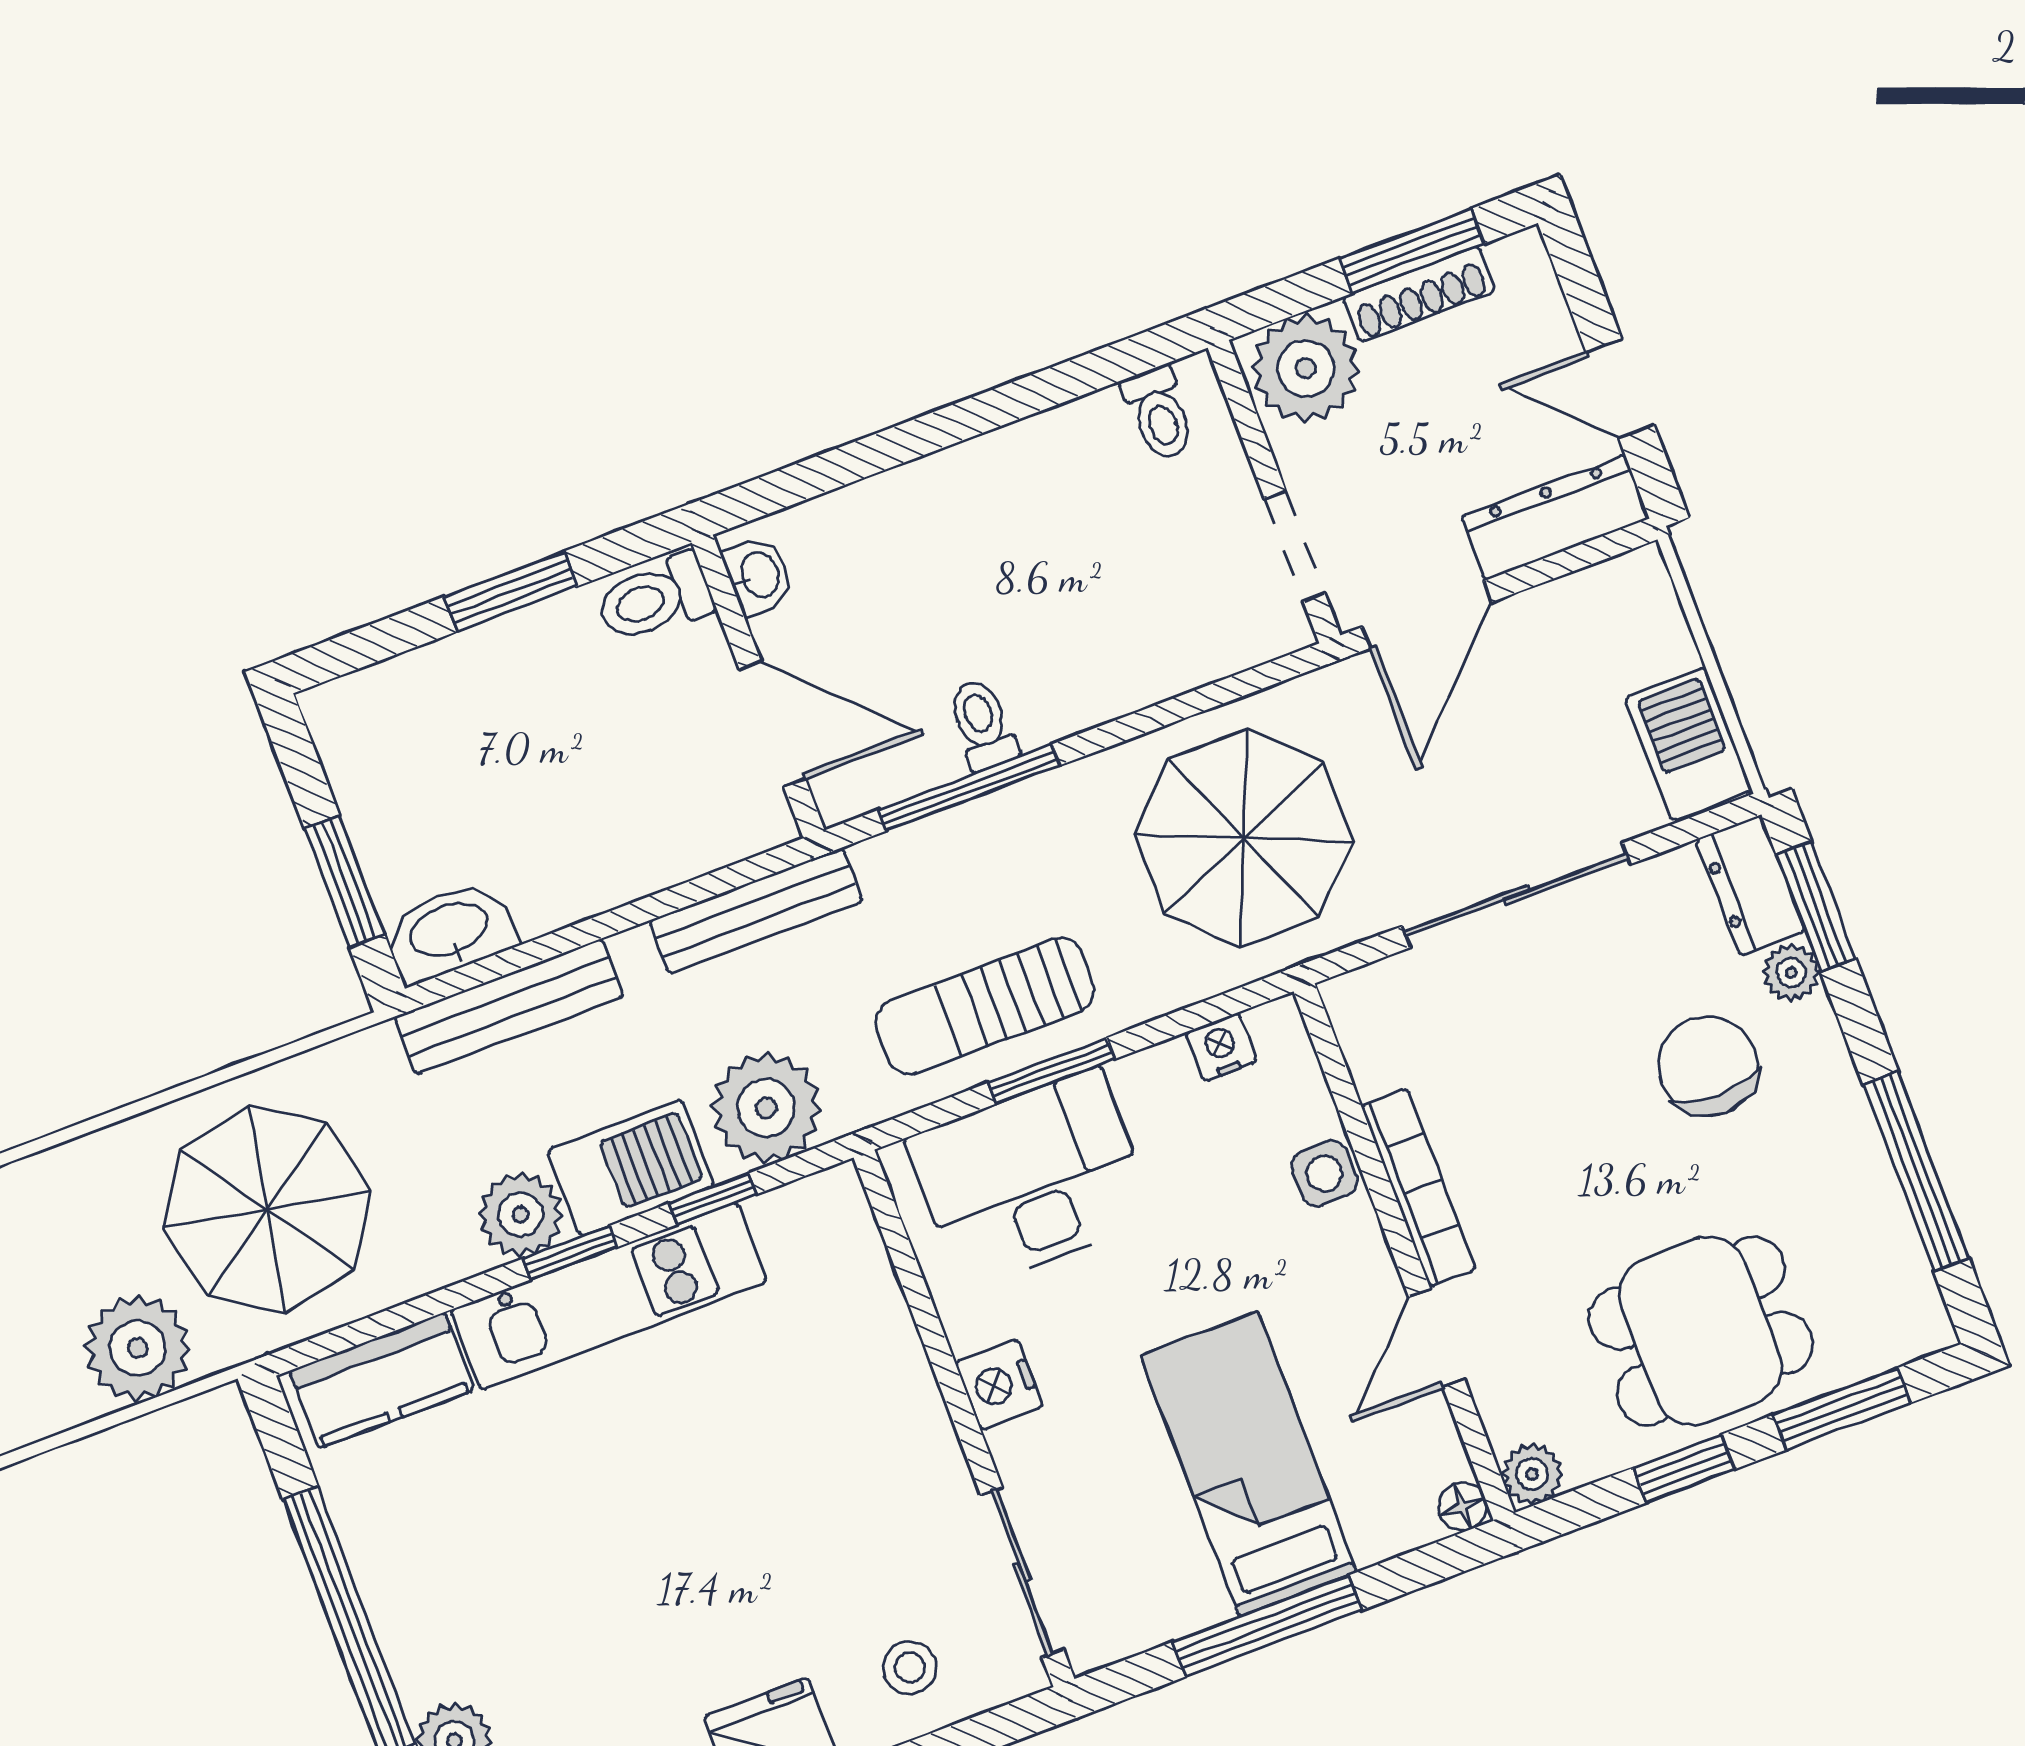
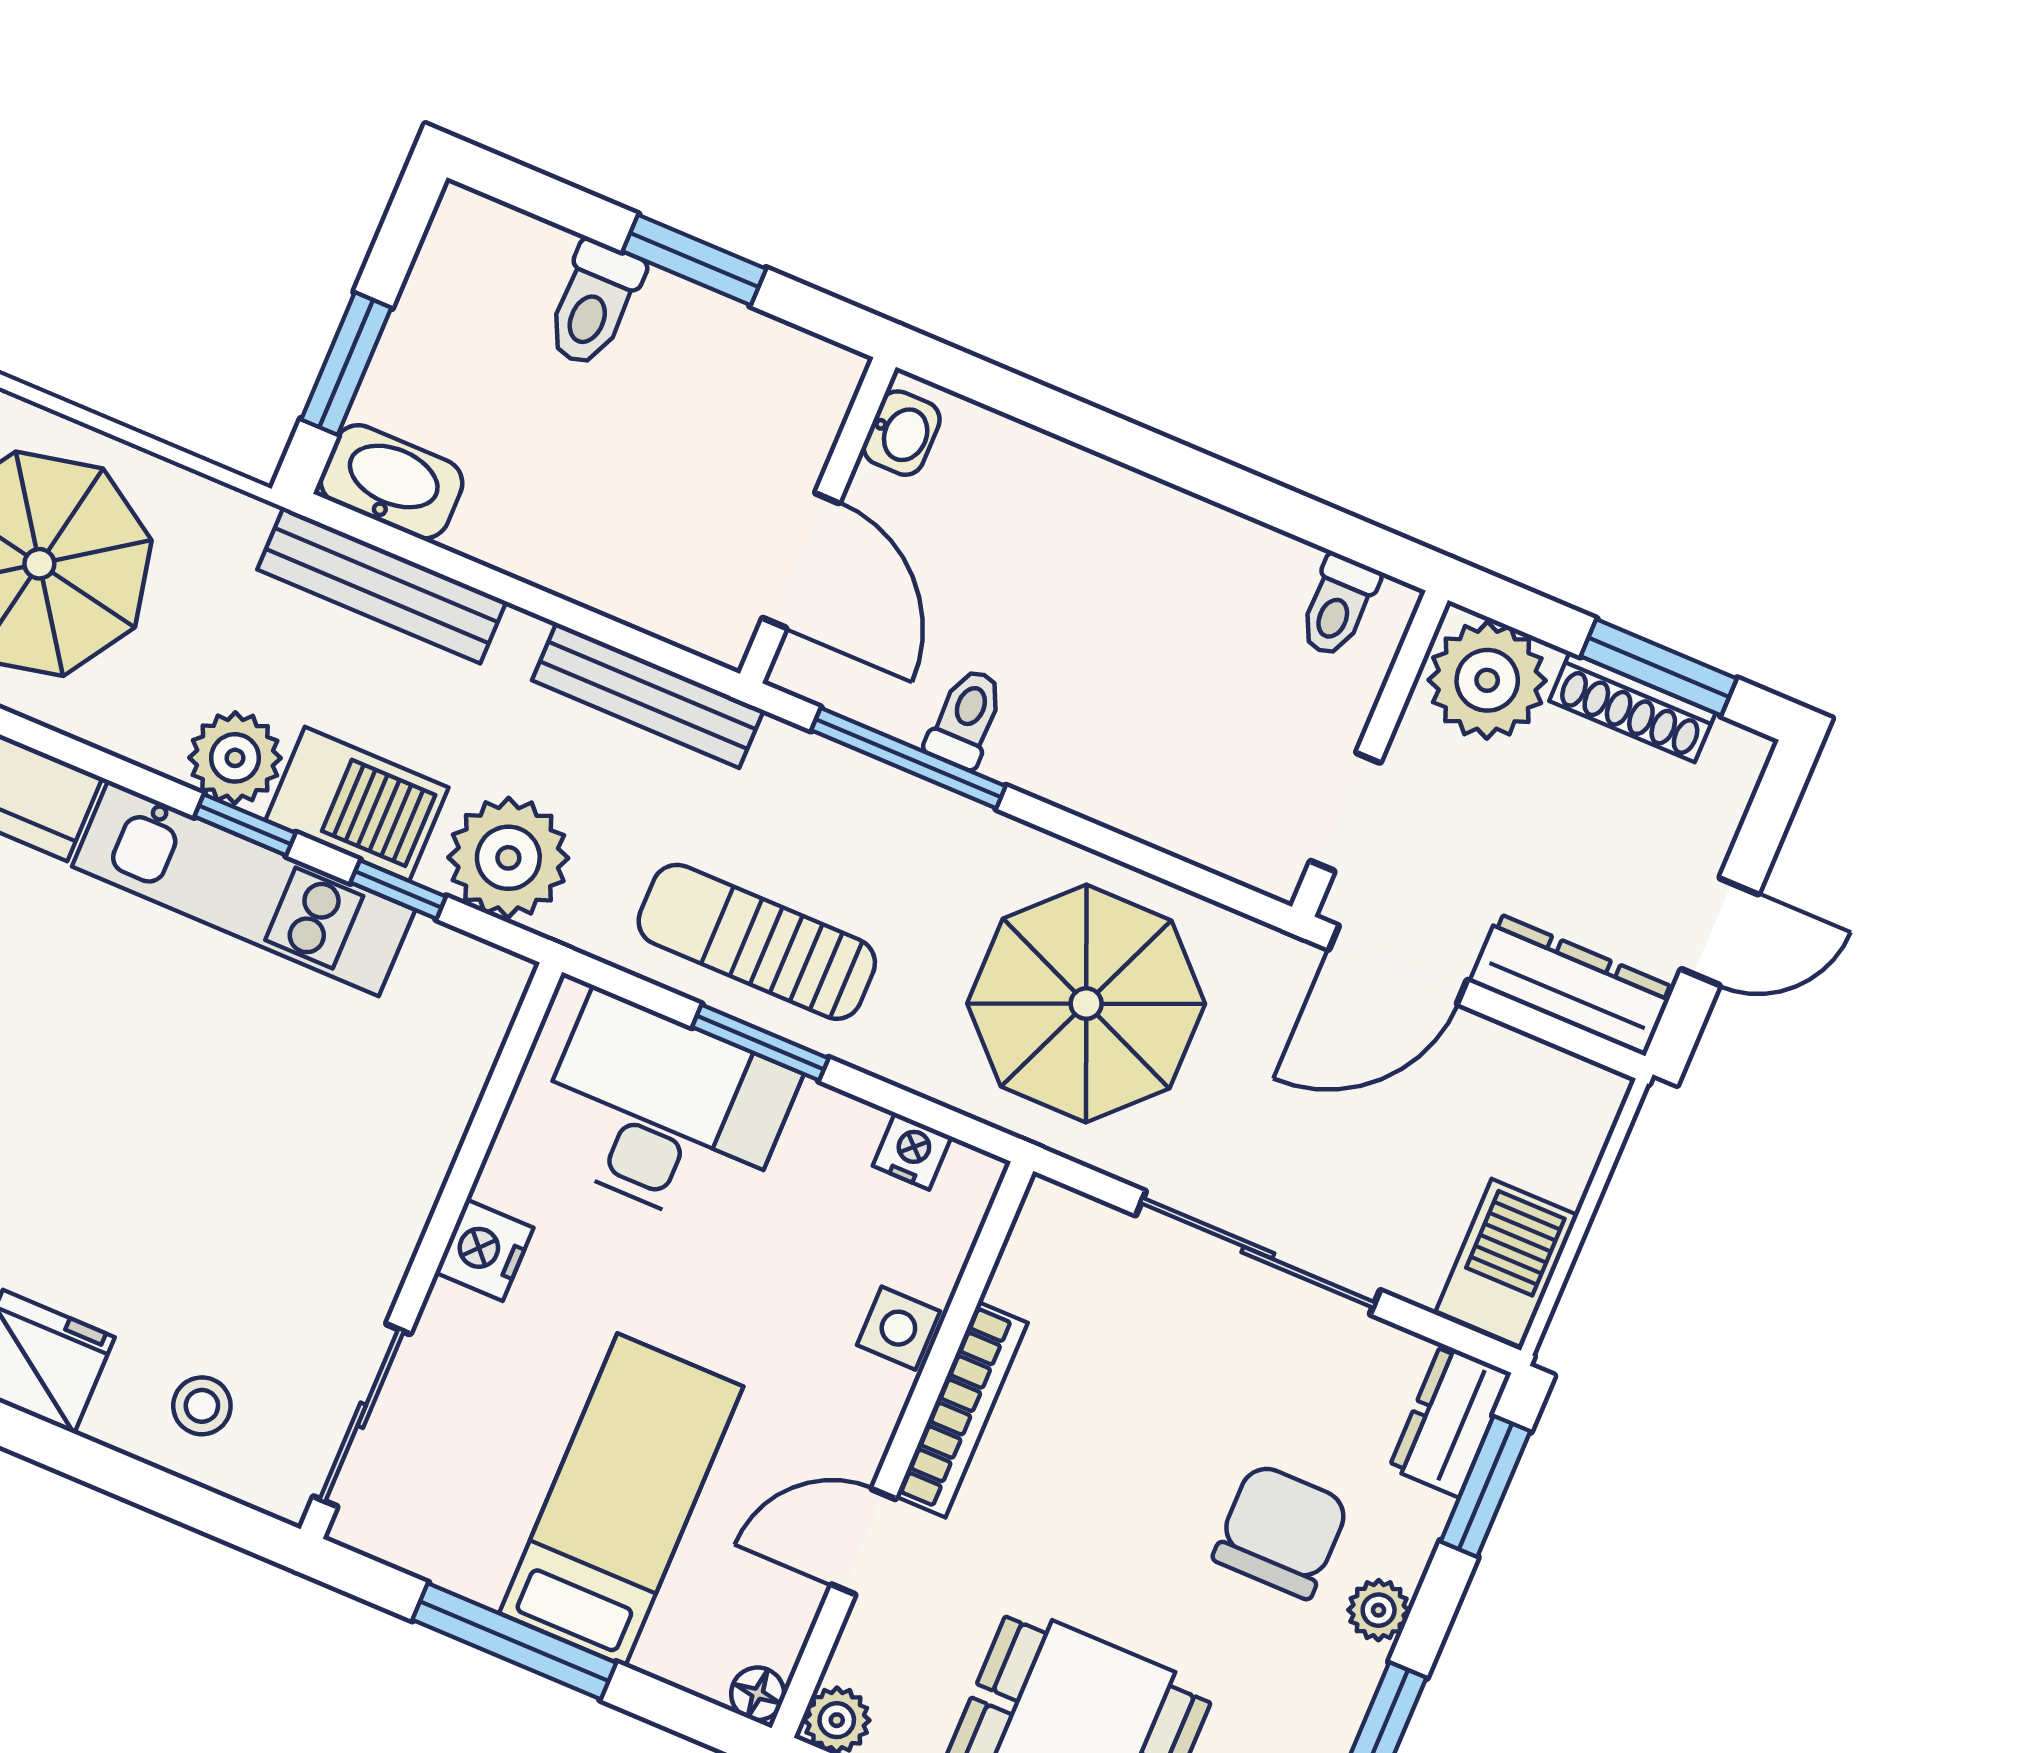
door: (1620, 388) -> (1720, 932), swing flipped
toilet: (655, 599) -> (594, 304), moved, turned -90
plant: (1791, 973) -> (1379, 1610), moved

